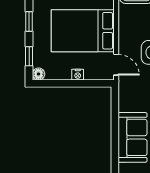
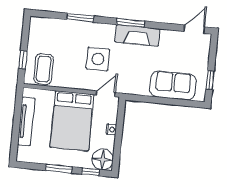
window: (29, 22) -> (59, 169), width x1.50
floor lamp: (38, 74) -> (103, 159), width x1.89, depth x1.89

